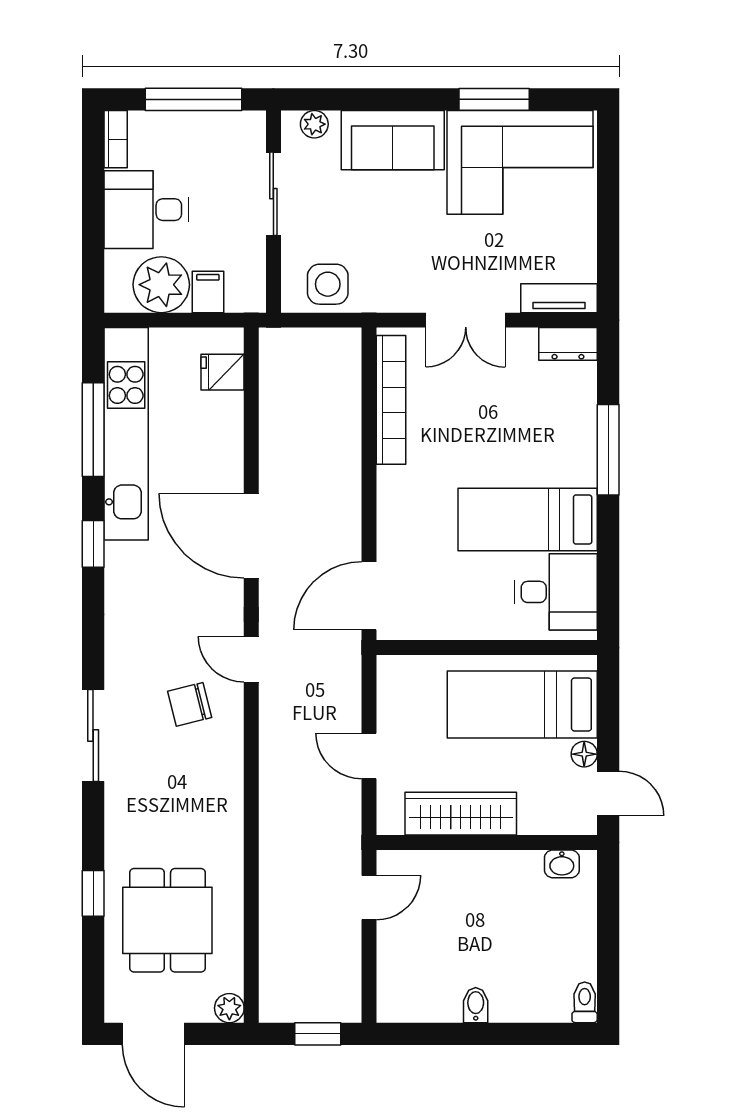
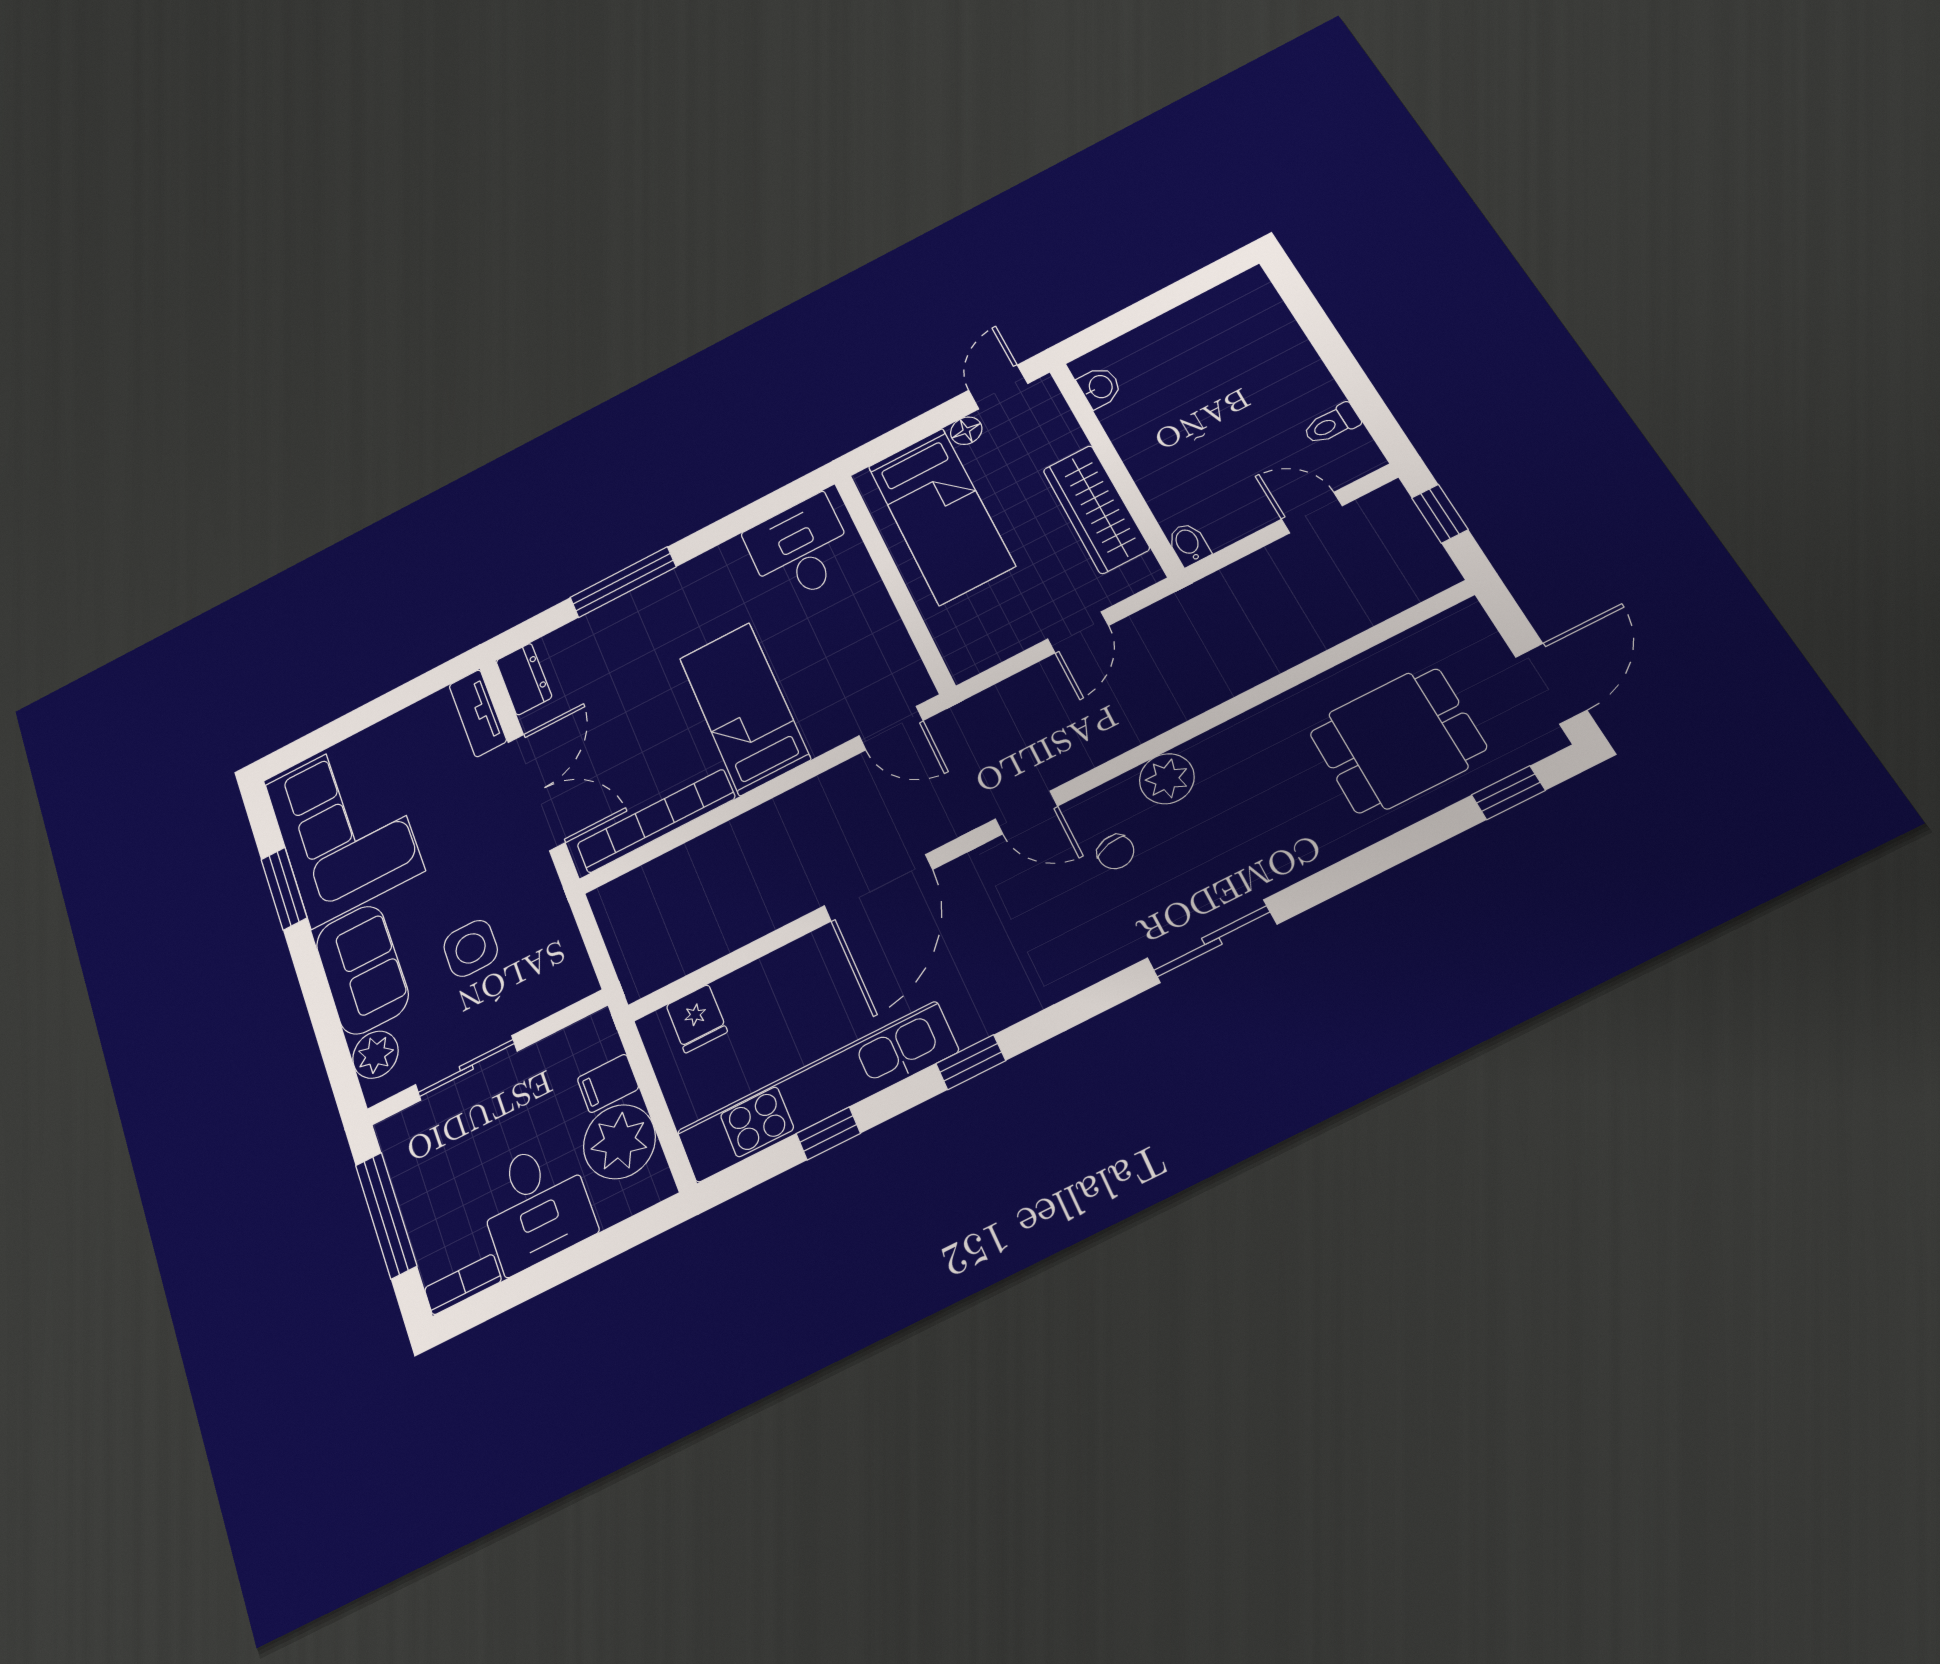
plant: (314, 124) -> (375, 1055), width x1.38, depth x1.38
side table: (328, 284) -> (471, 948), moved
double door: (466, 320) -> (536, 792), width x1.37
window: (93, 430) -> (828, 1133), width x0.46
bed: (528, 519) -> (744, 708), moved, turned 180
door: (369, 596) -> (891, 728), width x0.73
door: (251, 659) -> (1026, 813), hinge flipped
chair: (190, 704) -> (1116, 852), width x0.73, depth x0.73
window: (93, 893) -> (1508, 793), moved
door: (369, 898) -> (1312, 513), moved
toilet: (585, 1002) -> (1332, 424), moved
bidet: (476, 1005) -> (1188, 544), moved, turned 90
plant: (229, 1008) -> (1167, 779), moved, width x1.38, depth x1.38

